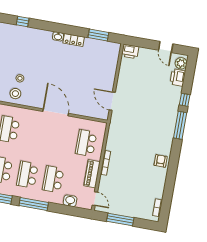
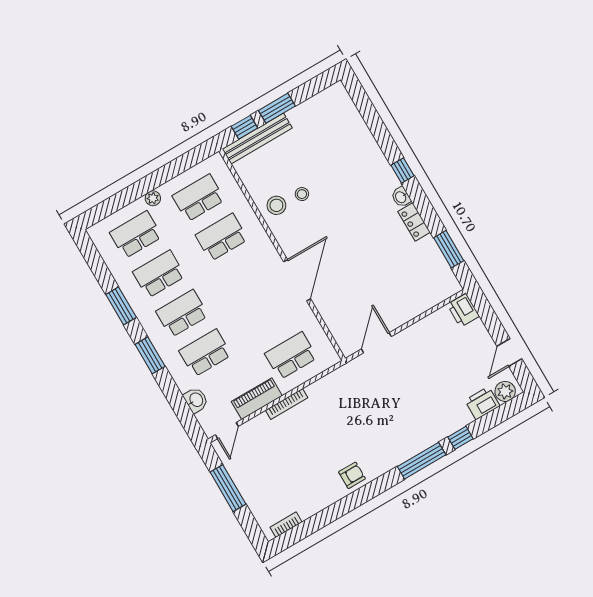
window: (23, 22) -> (403, 170), moved
window: (34, 204) -> (150, 355), width x0.69

